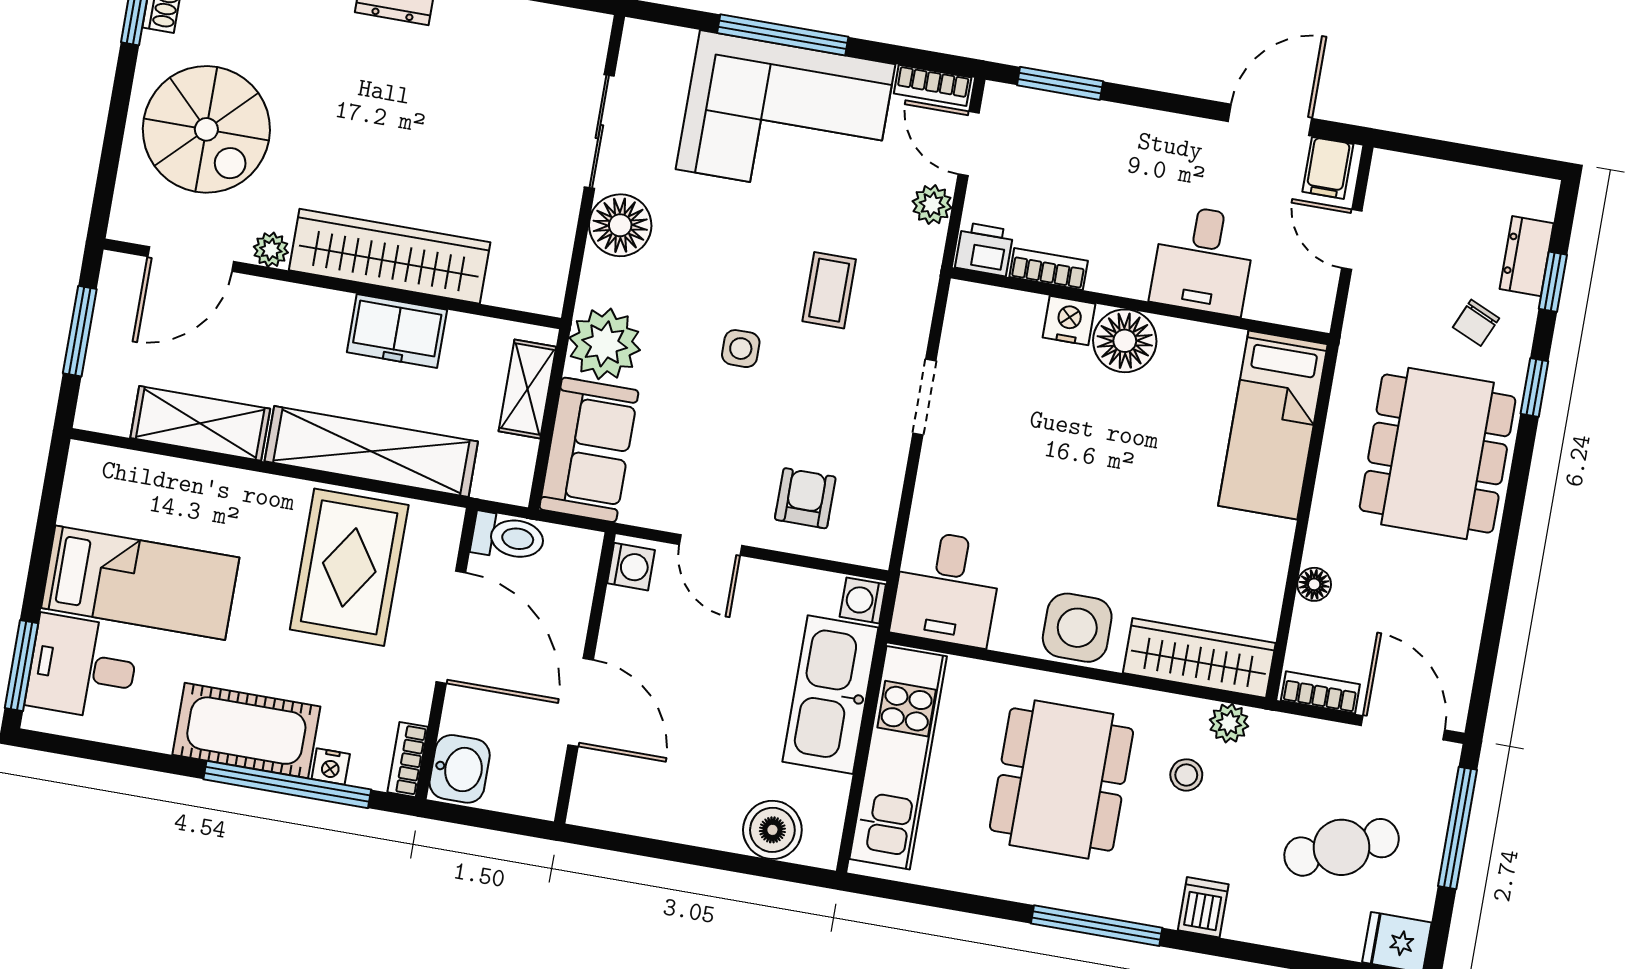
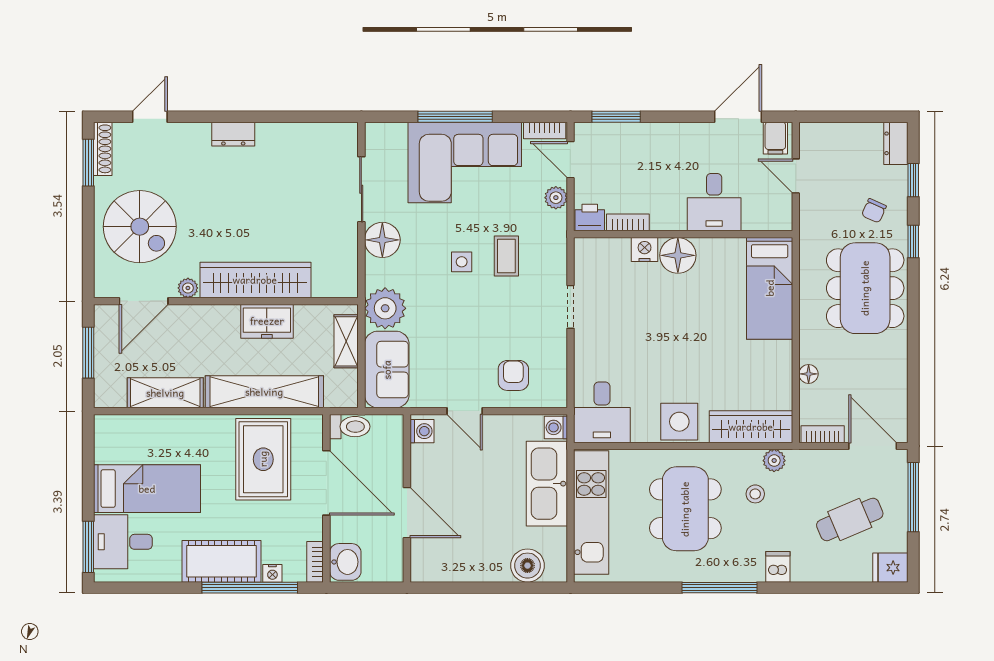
dresser: (1527, 256) -> (896, 143), moved
side table: (741, 349) -> (462, 262), moved

